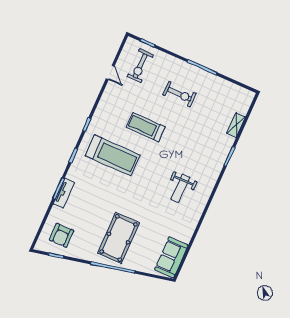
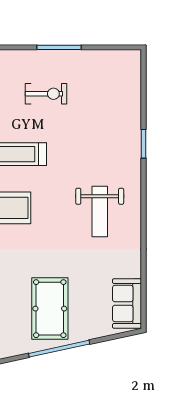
shelving: (236, 125) -> (134, 101), removed
weight bench: (180, 188) -> (100, 212), width x1.36, depth x1.33

